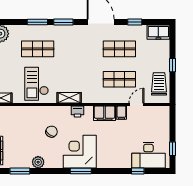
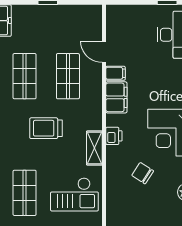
trolley: (159, 84) -> (46, 128), moved

